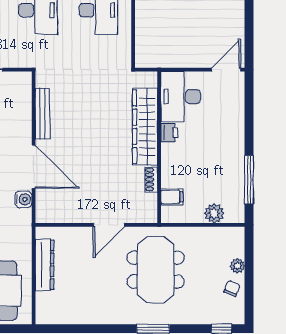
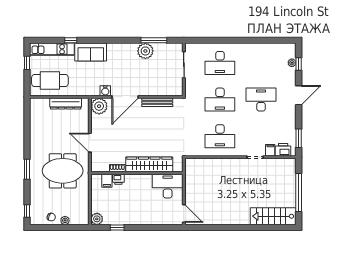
printer: (170, 133) -> (118, 179), moved
window: (249, 180) -> (117, 227), width x0.46
plant: (49, 210) -> (99, 106), added
plant: (214, 213) -> (97, 219), moved

